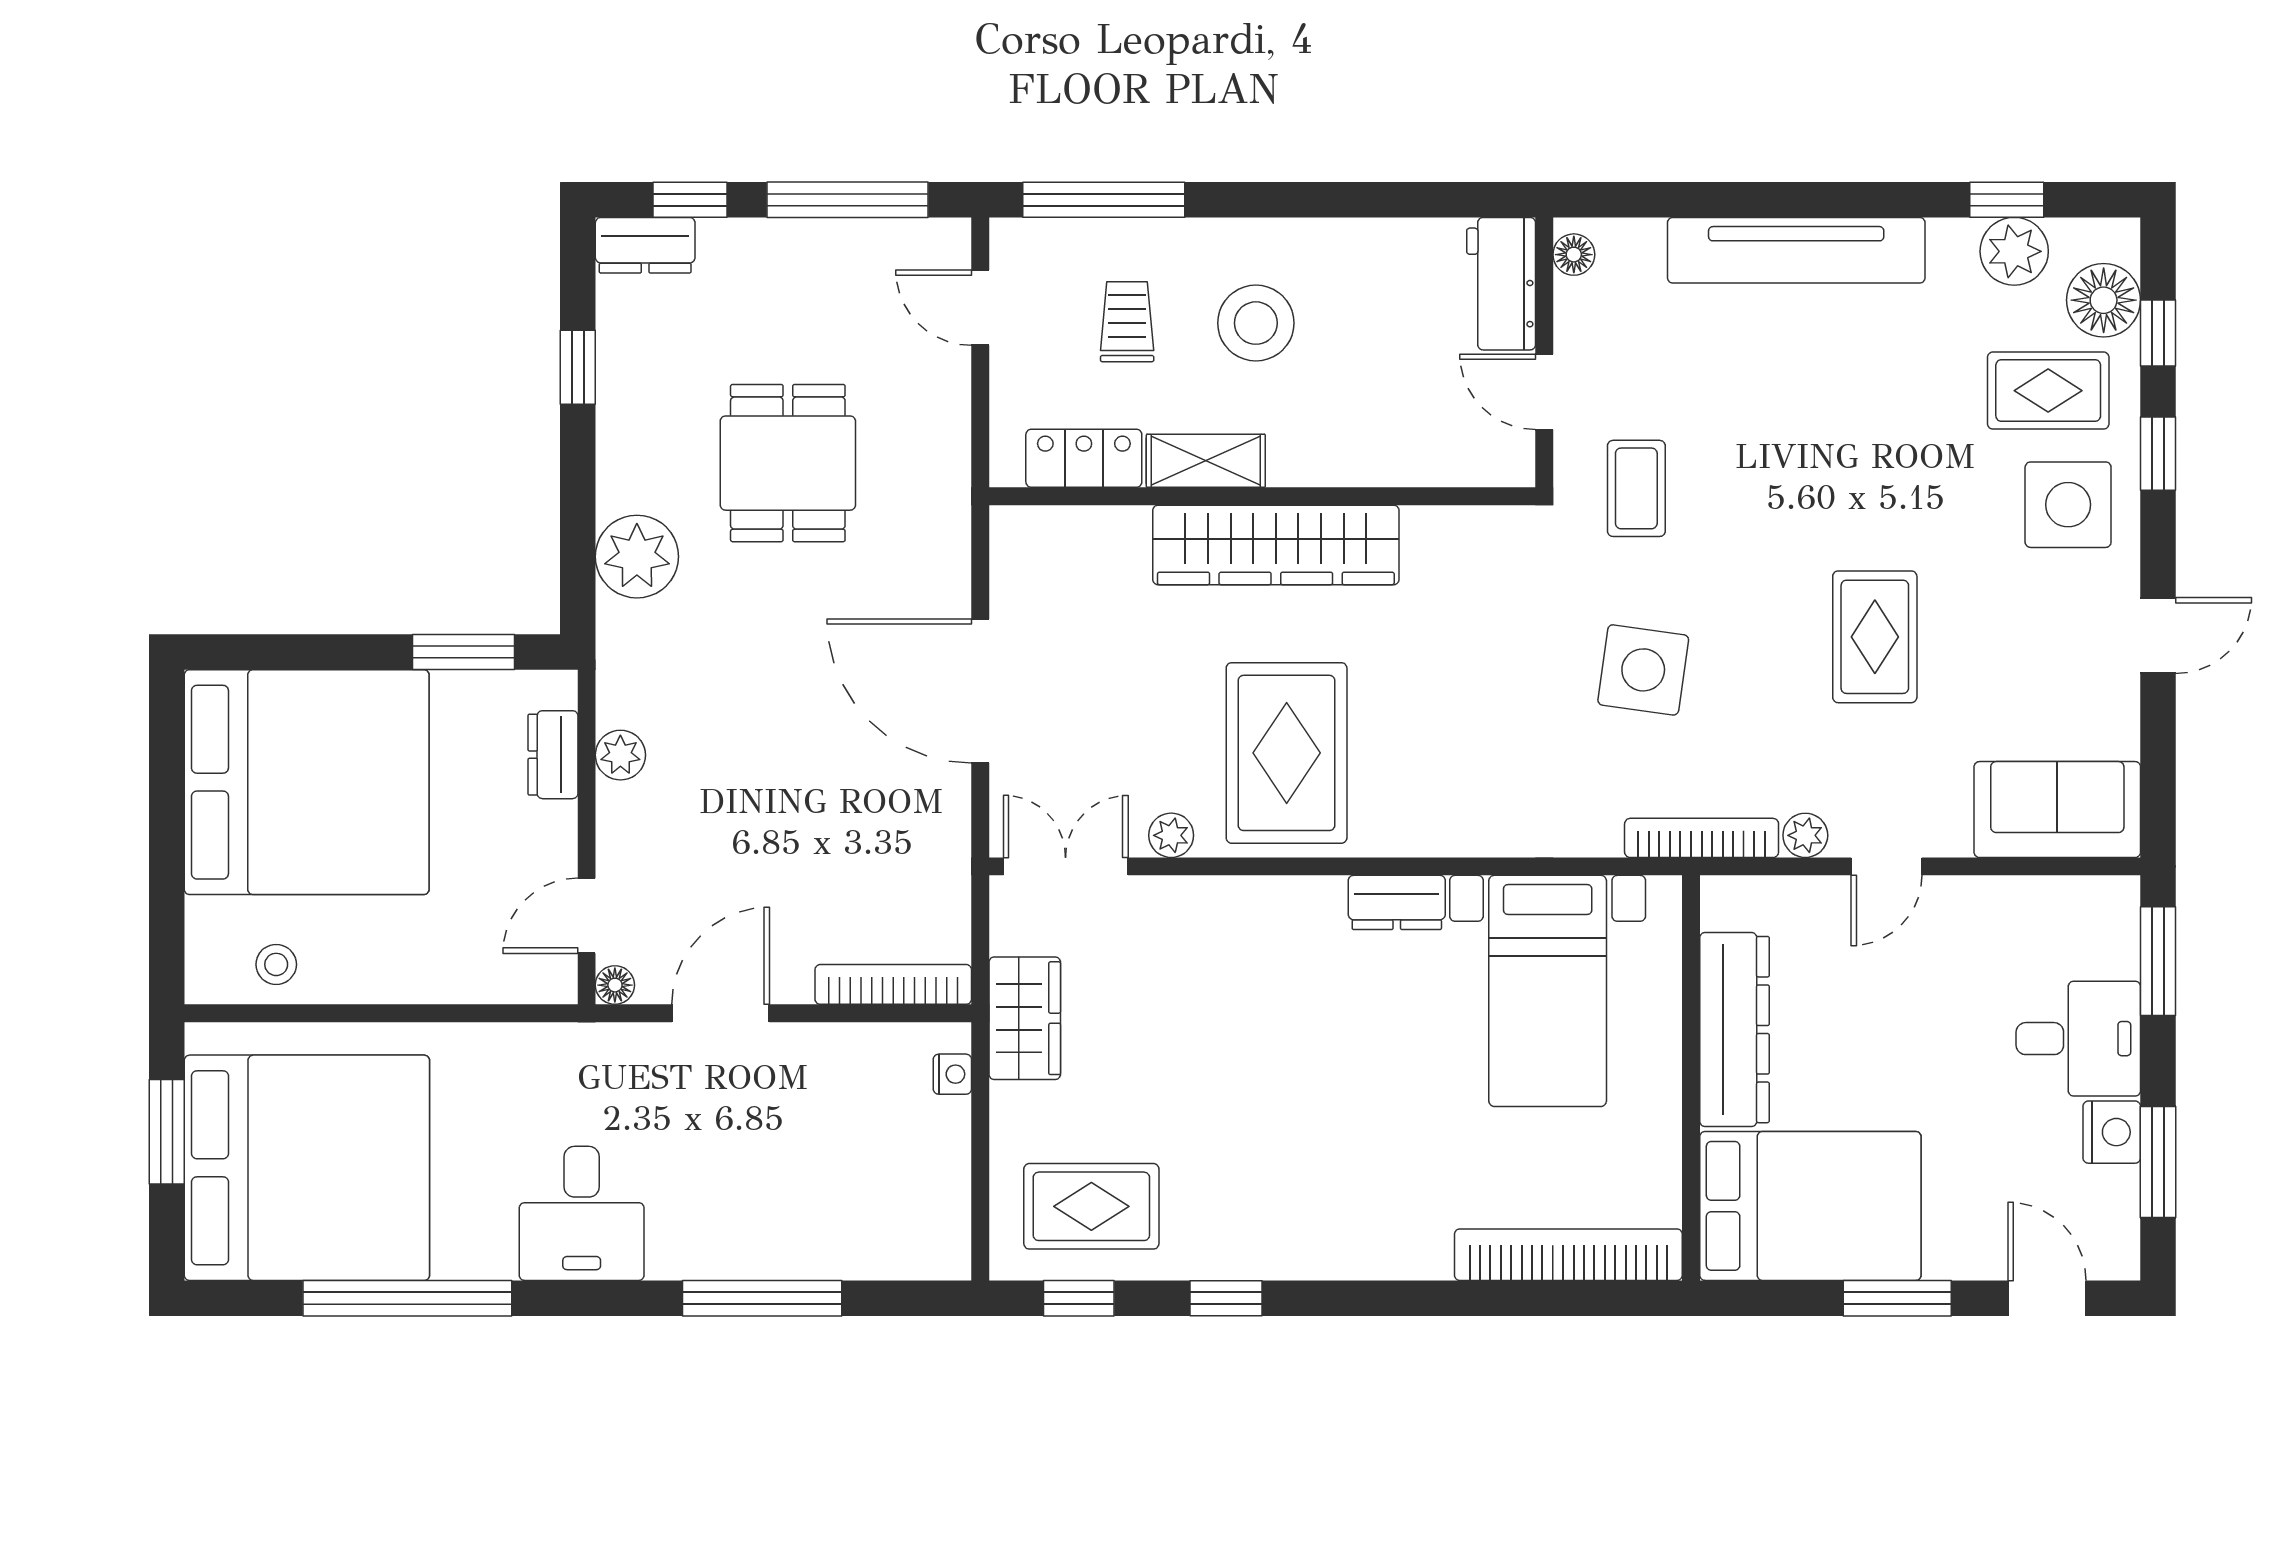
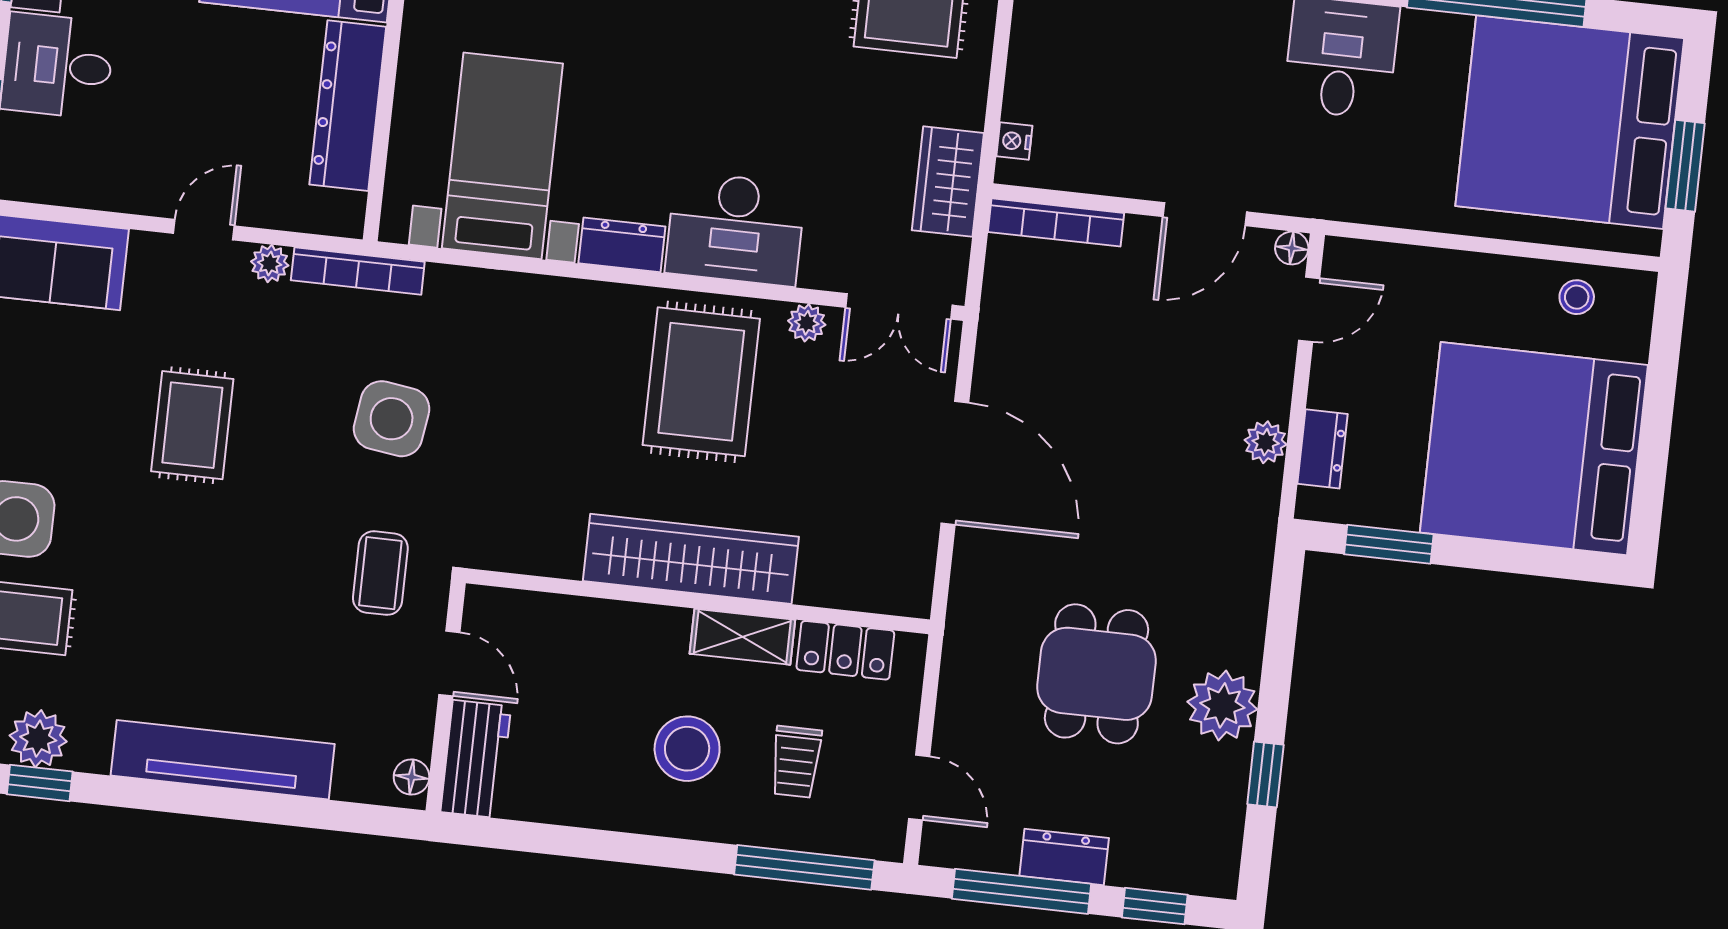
dresser: (645, 245) -> (1064, 857), moved
plant: (637, 557) -> (1222, 705), moved
desk: (1267, 936) -> (735, 229), added

